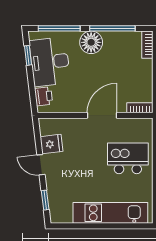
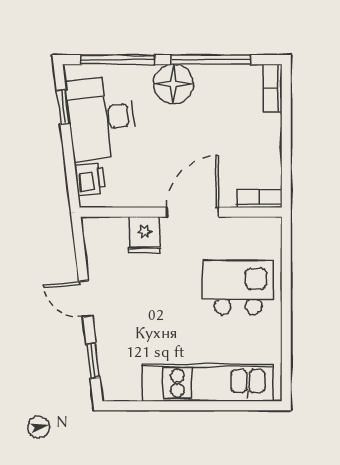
fridge: (52, 144) -> (145, 235), moved, turned 97

